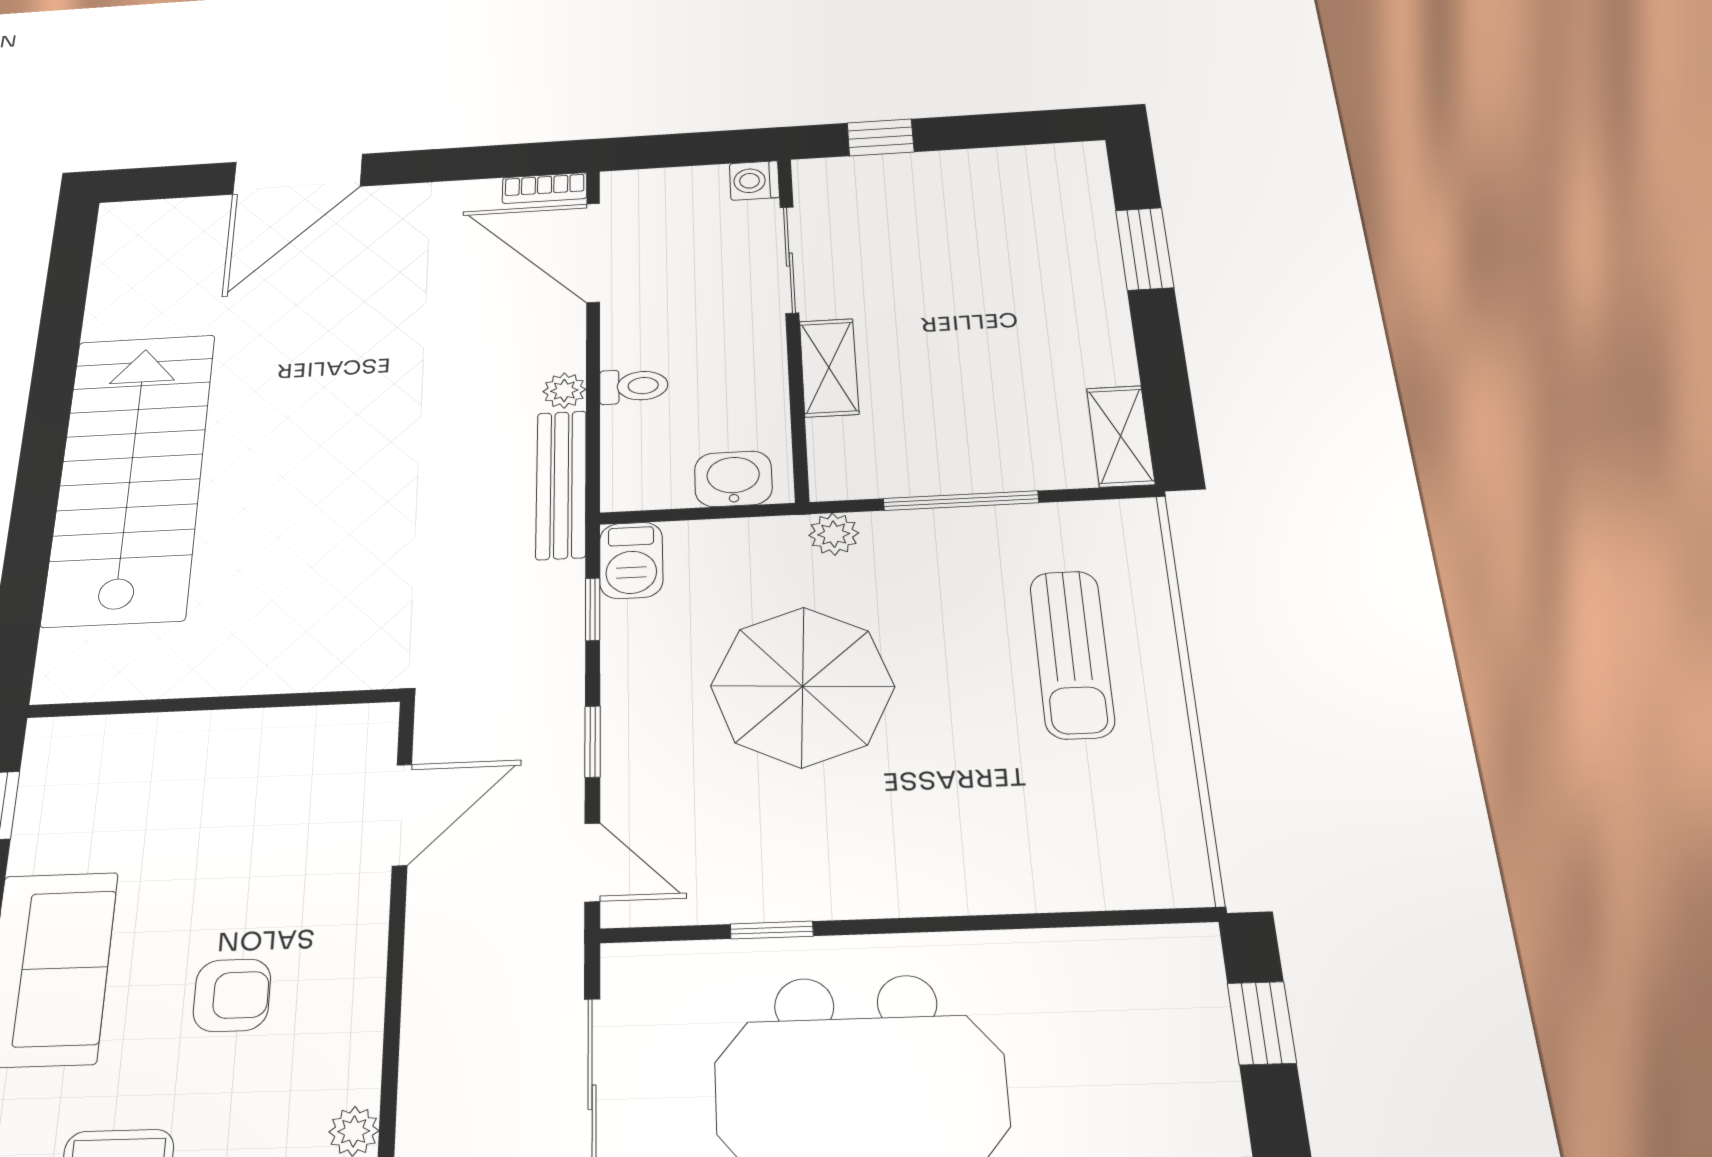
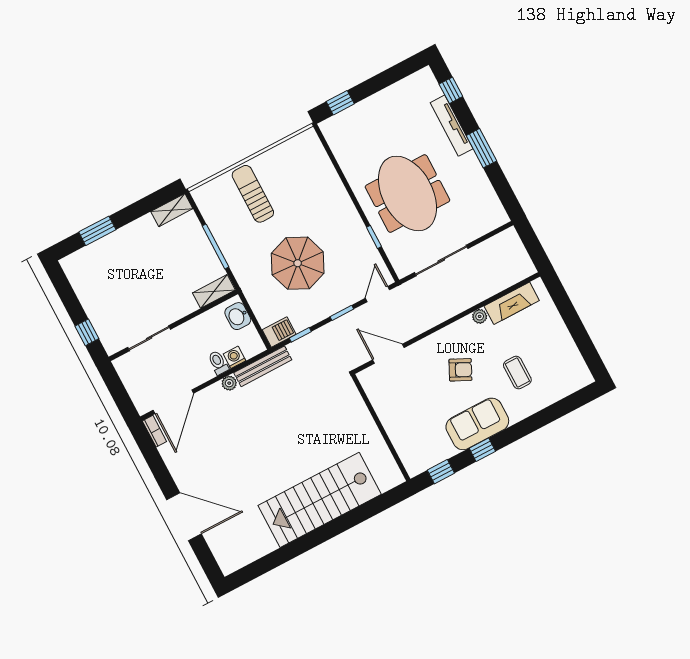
washing machine: (754, 180) -> (234, 357), moved, turned 180
shelving: (829, 368) -> (214, 291), moved
plant: (834, 534) -> (244, 278), removed
sun lounger: (1072, 654) -> (253, 194), turned -90
armchair: (232, 995) -> (460, 370), turned 116

